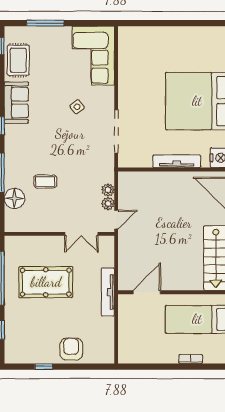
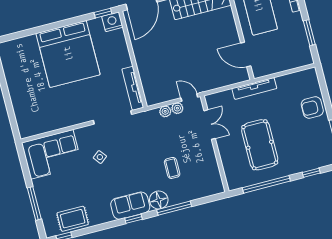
sofa: (16, 103) -> (130, 206), moved
tv unit: (177, 161) -> (133, 88), moved
floor lamp: (14, 198) -> (159, 200), moved
window: (153, 367) -> (309, 33), added

